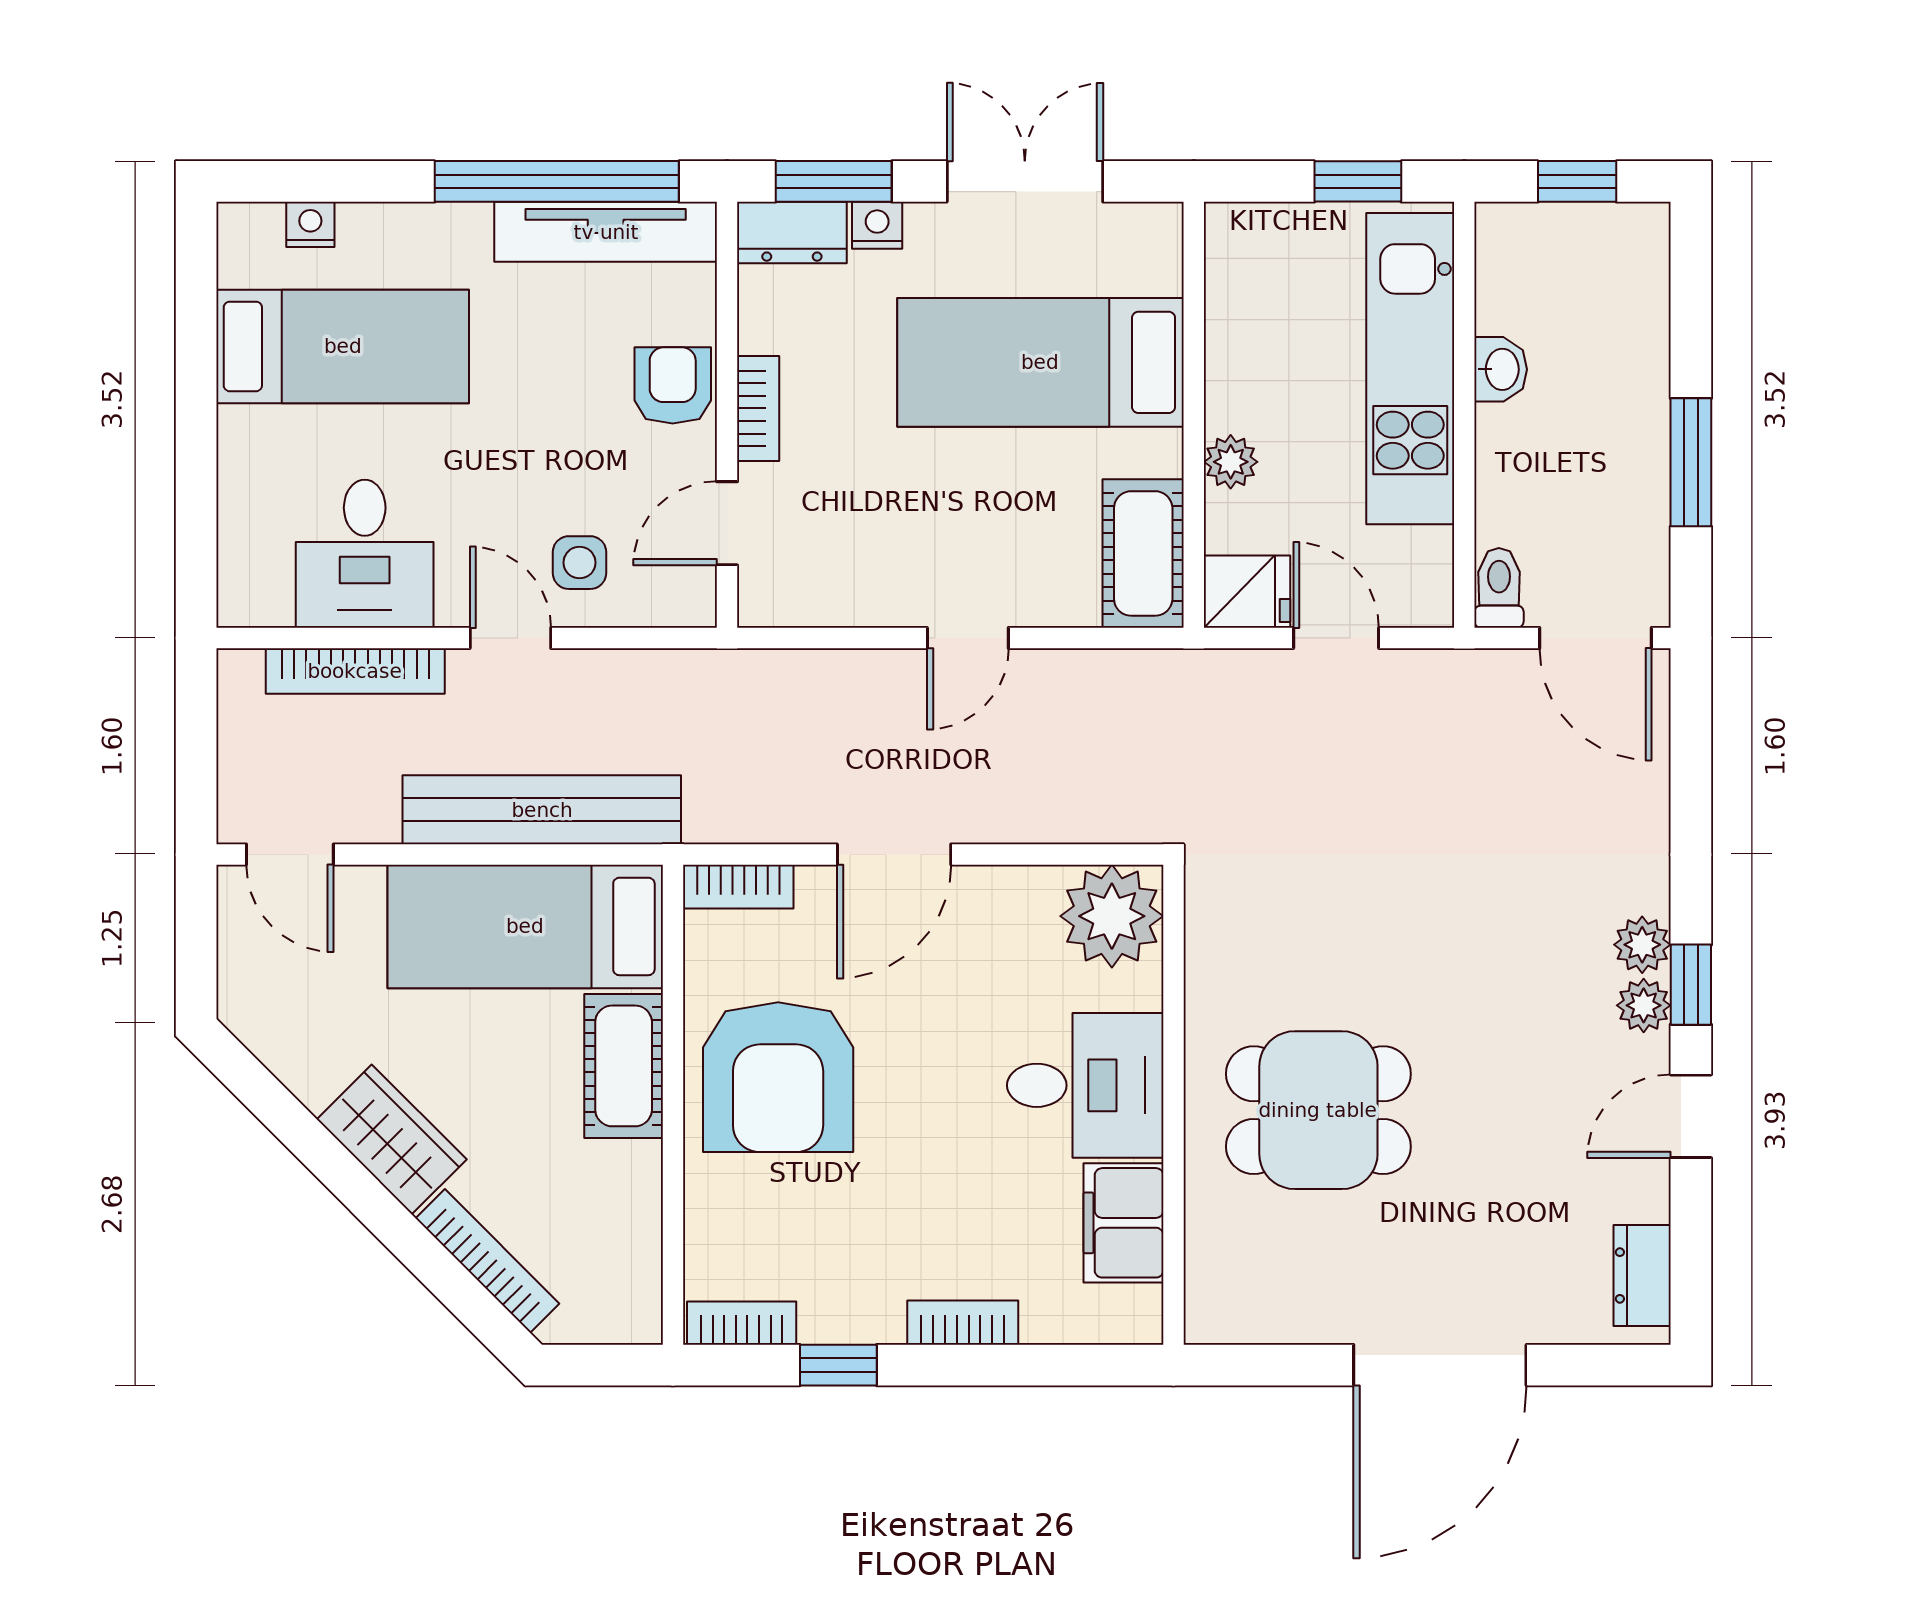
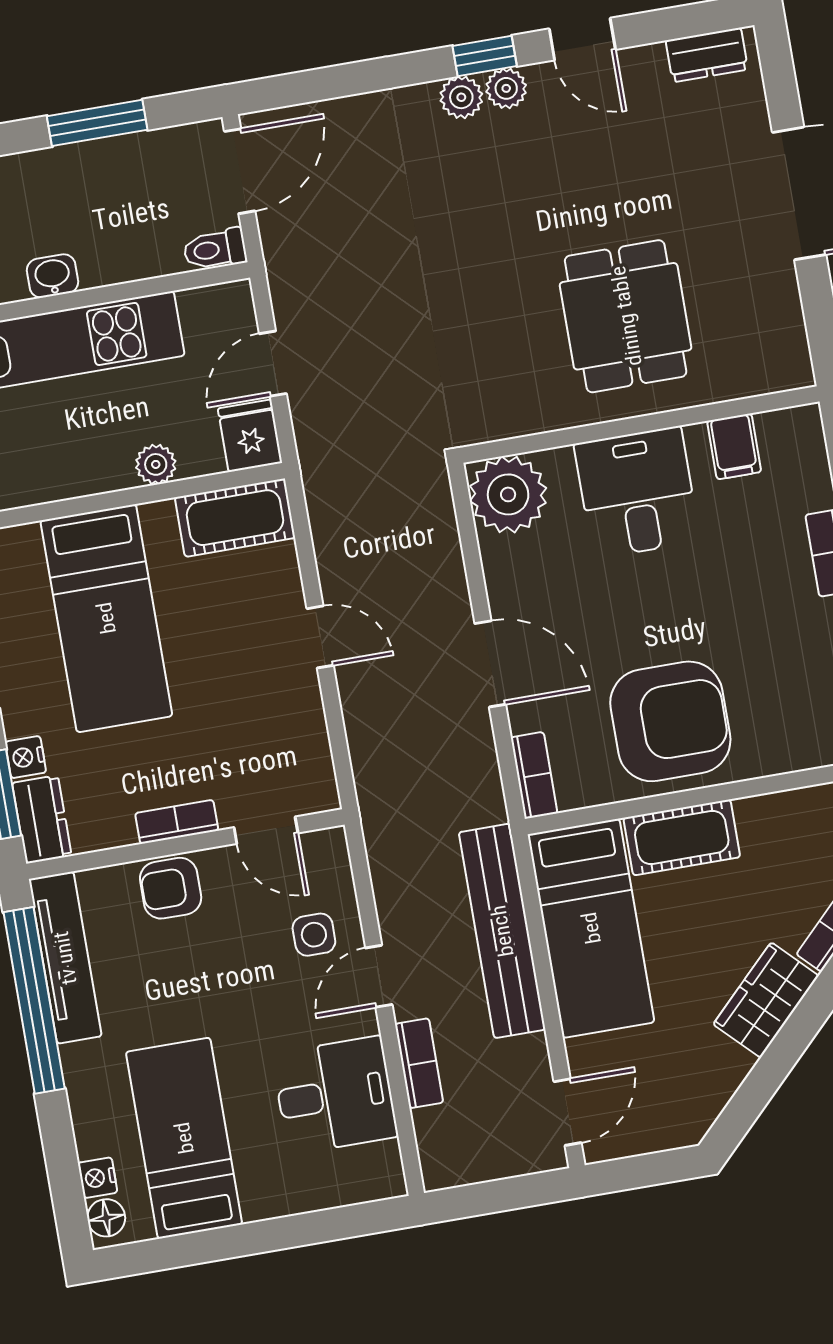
floor lamp: (256, 227) -> (106, 1218), added
bookcase: (355, 671) -> (419, 1063), width x0.64
filing cabinet: (1124, 1223) -> (734, 446), width x0.50

